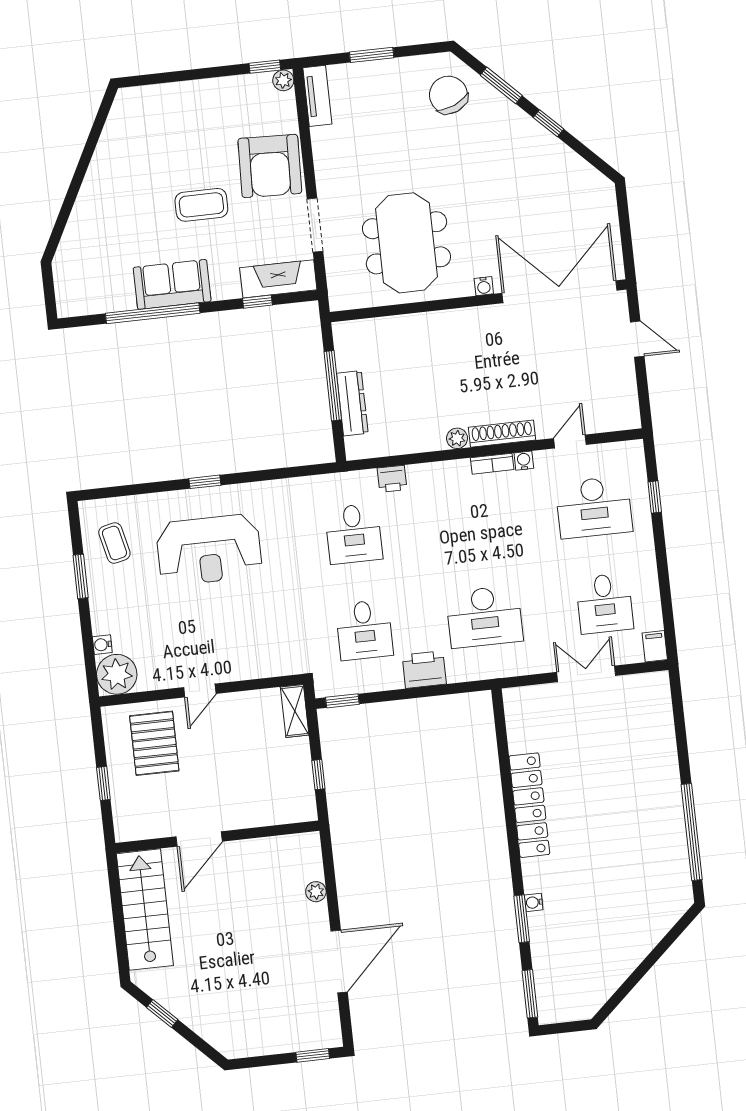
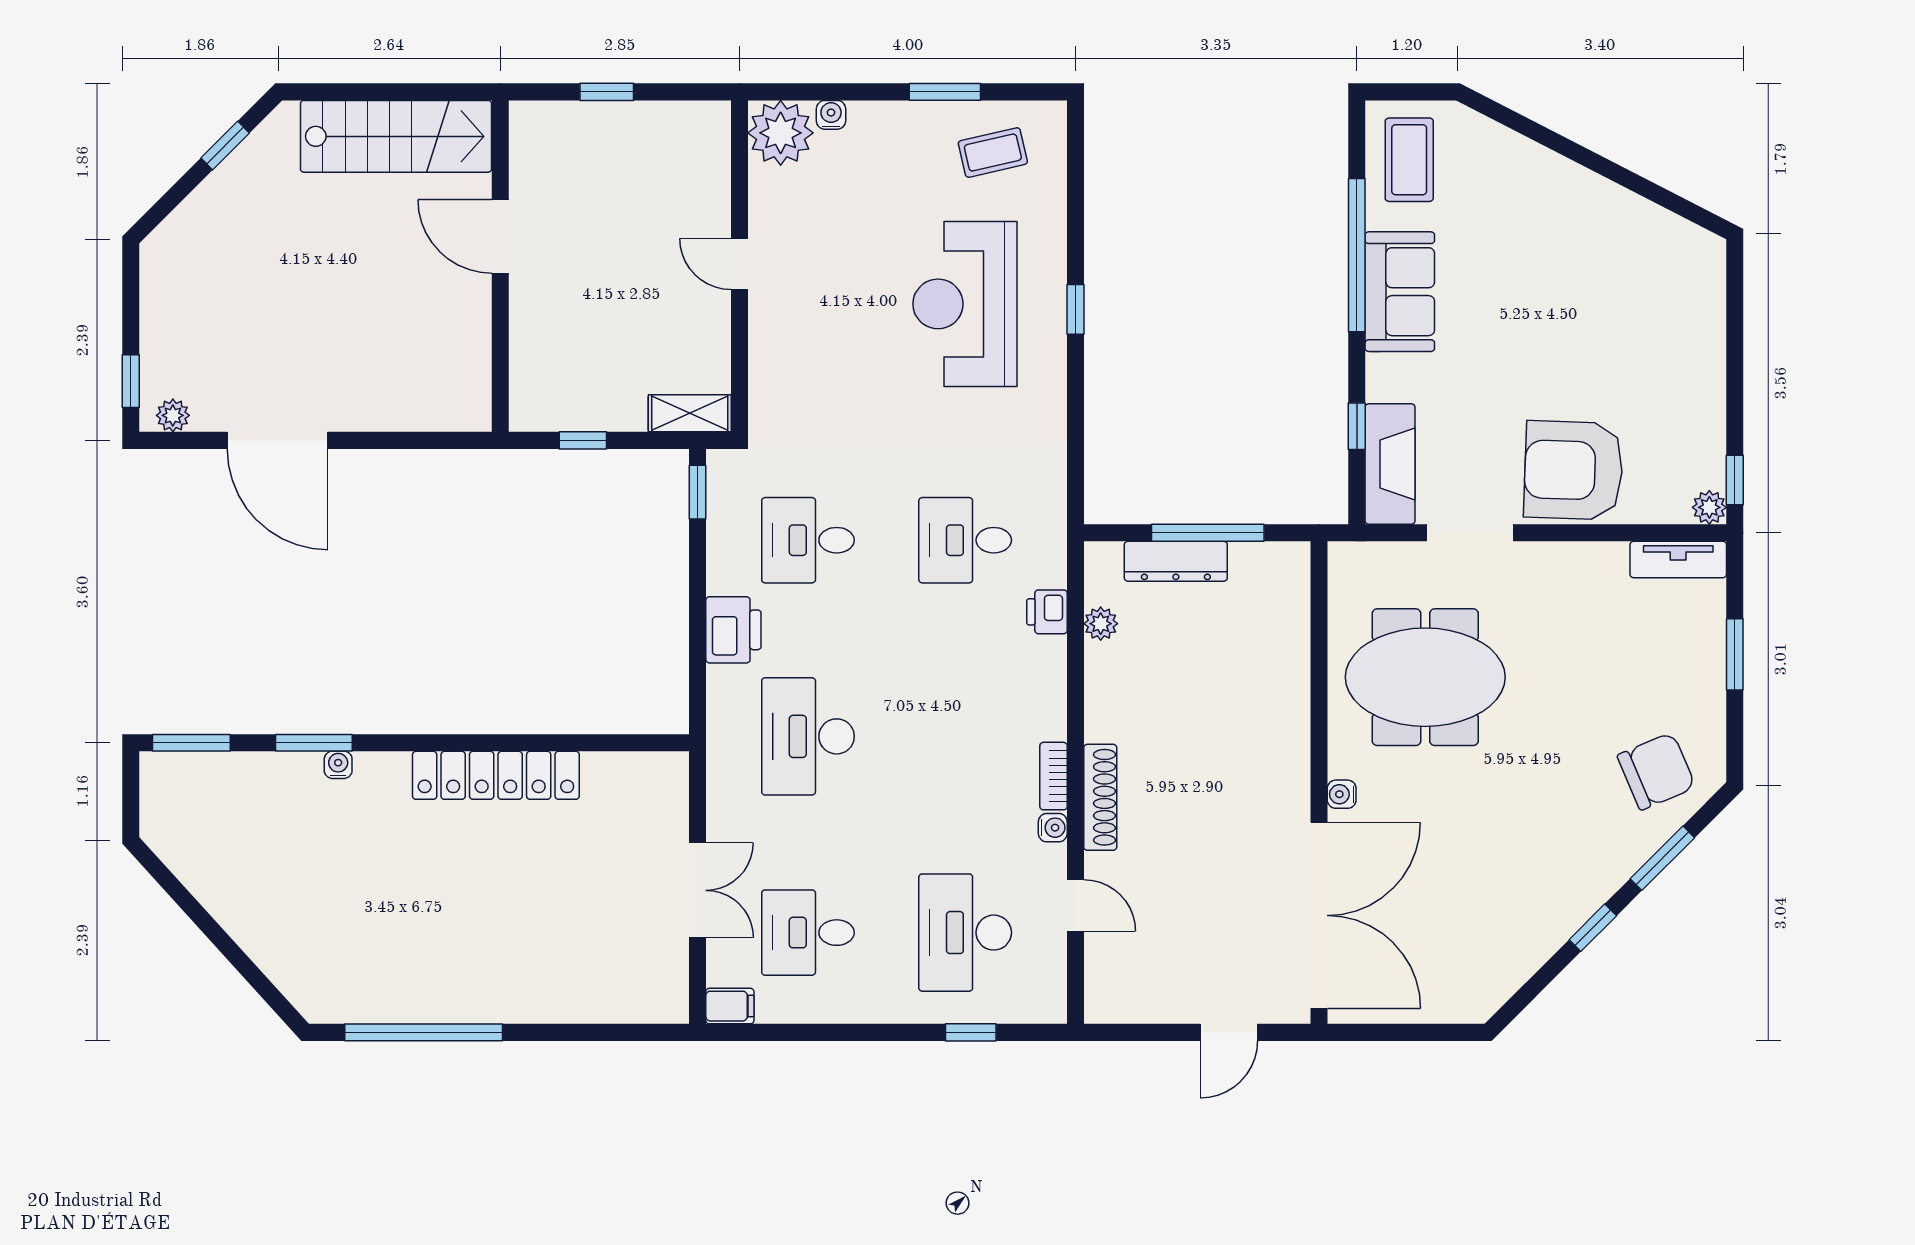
coffee table: (201, 205) -> (1409, 160), moved
plant: (457, 438) -> (1101, 624), moved
pallet: (154, 743) -> (662, 181), removed
plant: (316, 892) -> (173, 415), moved

